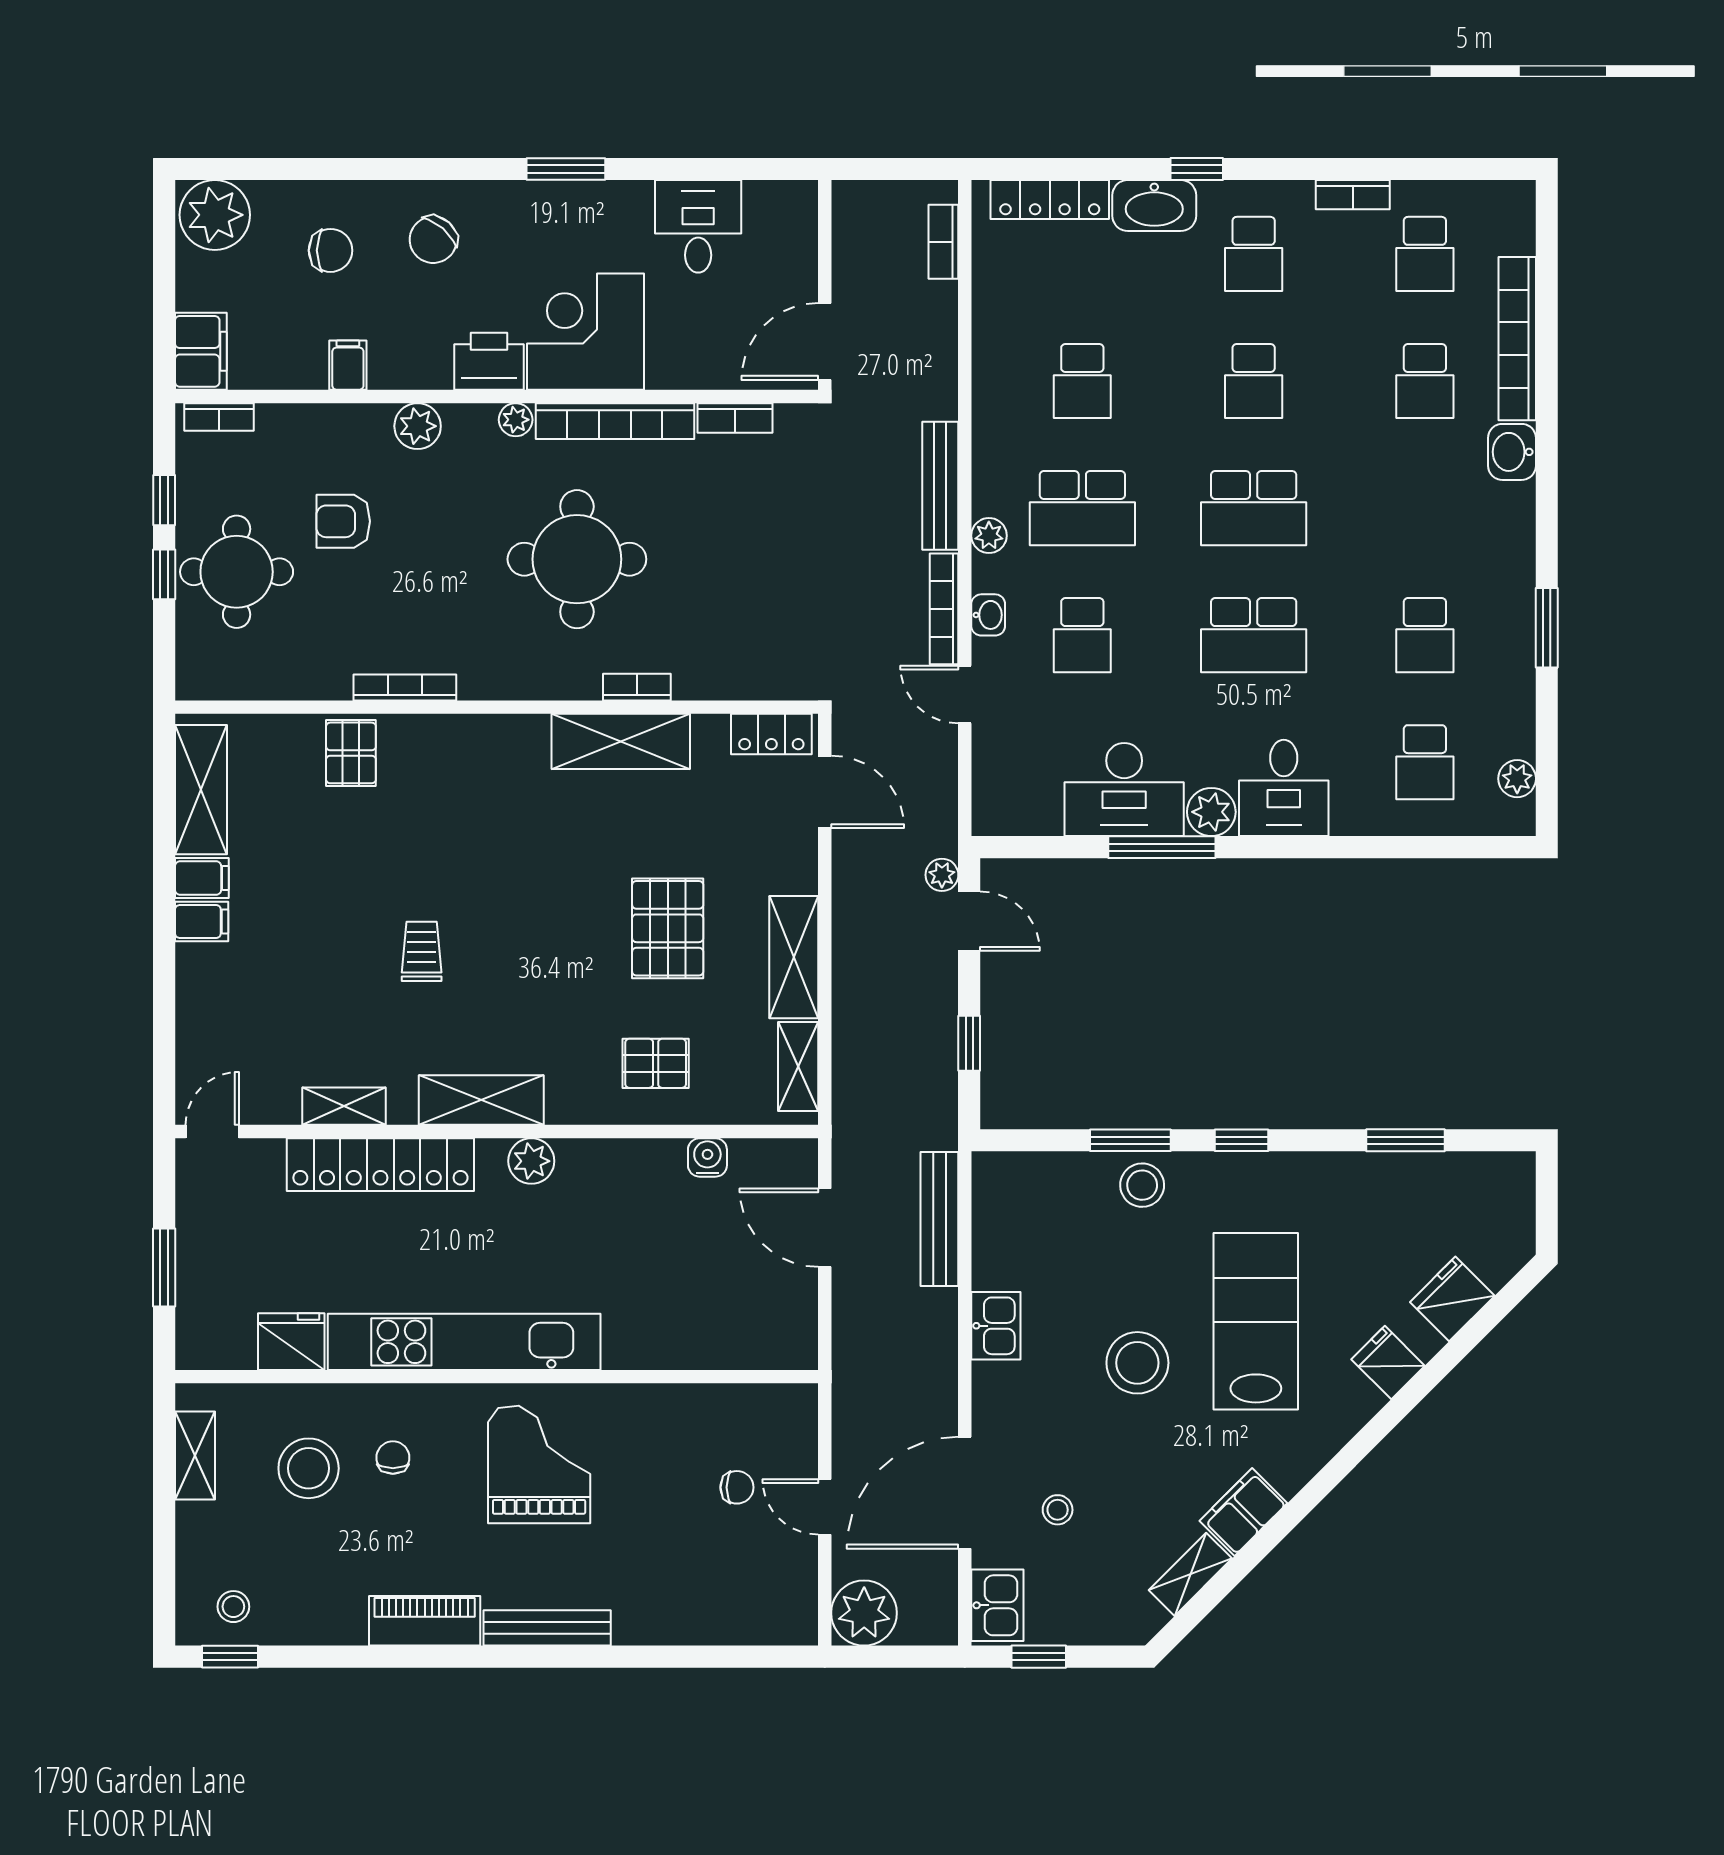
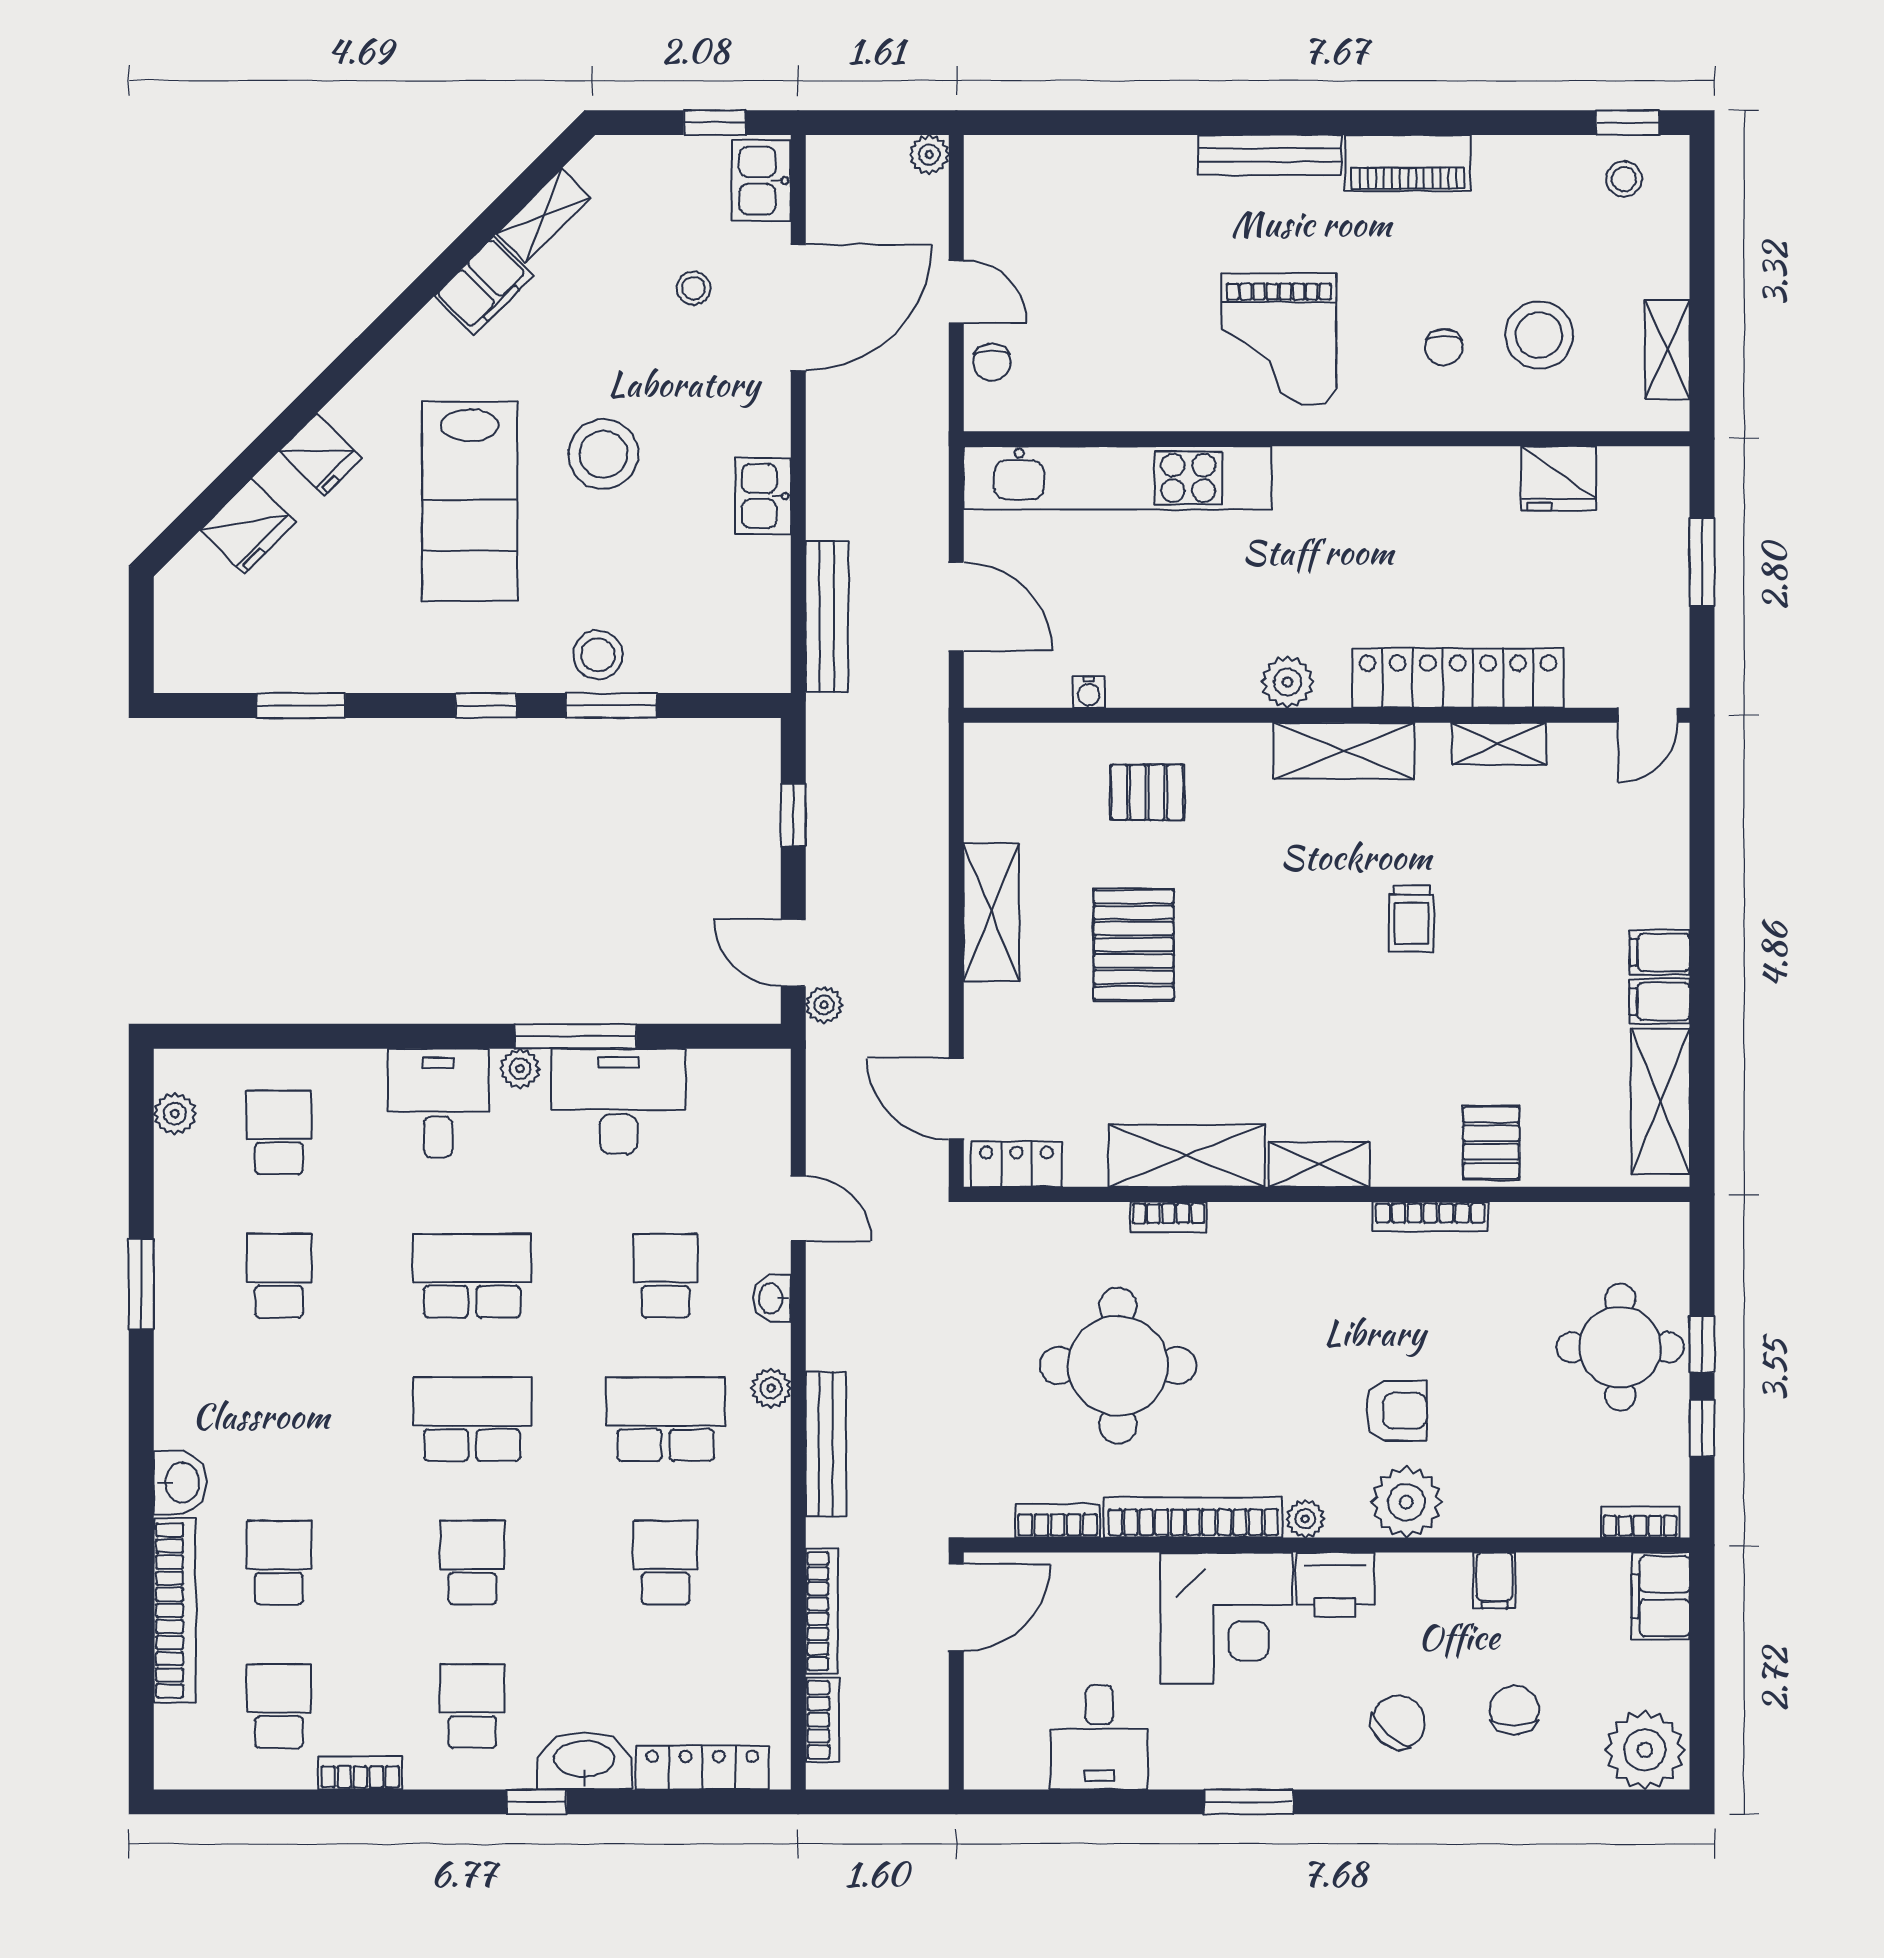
chair: (331, 250) -> (1514, 1710), turned 90
plant: (418, 426) -> (1406, 1502), width x1.36, depth x1.36
armchair: (343, 521) -> (1396, 1411), moved
round table: (577, 559) -> (1118, 1366), moved
bookcase: (944, 609) -> (822, 1611), moved
plant: (1211, 812) -> (520, 1069), width x0.73, depth x0.73
shelving: (798, 1066) -> (1319, 1164), moved, turned 90
water cooler: (707, 1157) -> (1089, 692), width x0.72, depth x0.72
kitchen unit: (464, 1342) -> (1118, 478), moved
chair: (737, 1487) -> (992, 362), moved, turned -90
plant: (864, 1613) -> (929, 155), width x0.53, depth x0.53

